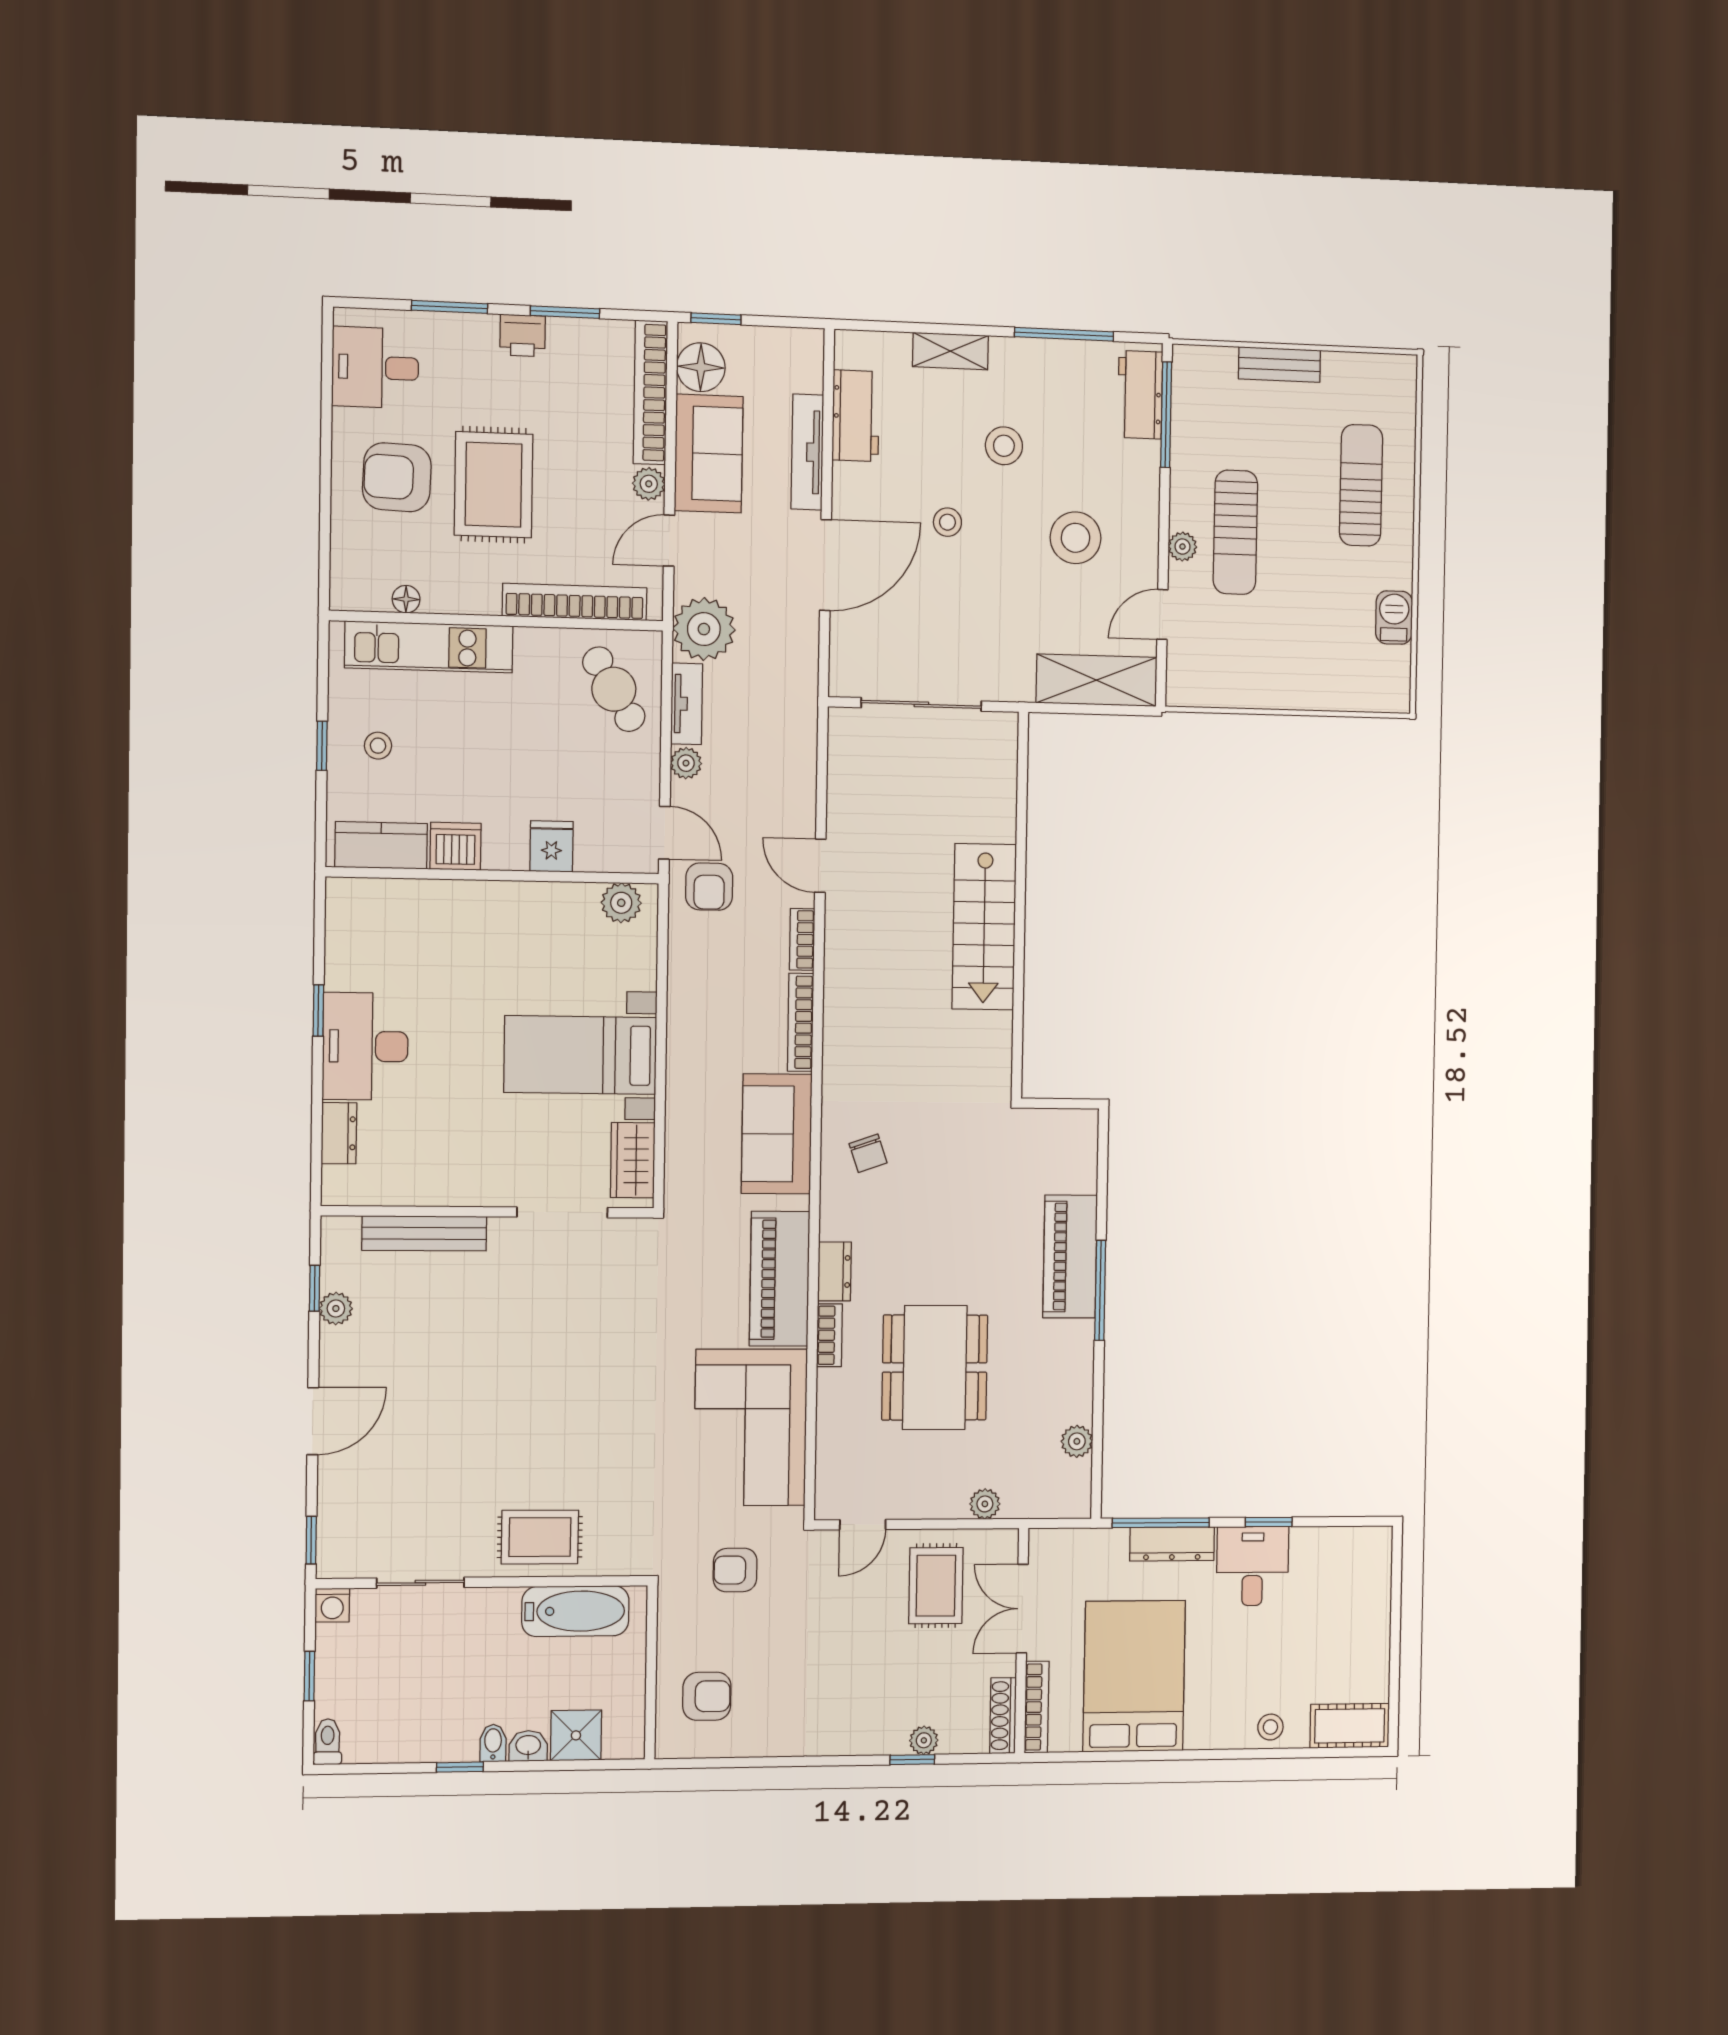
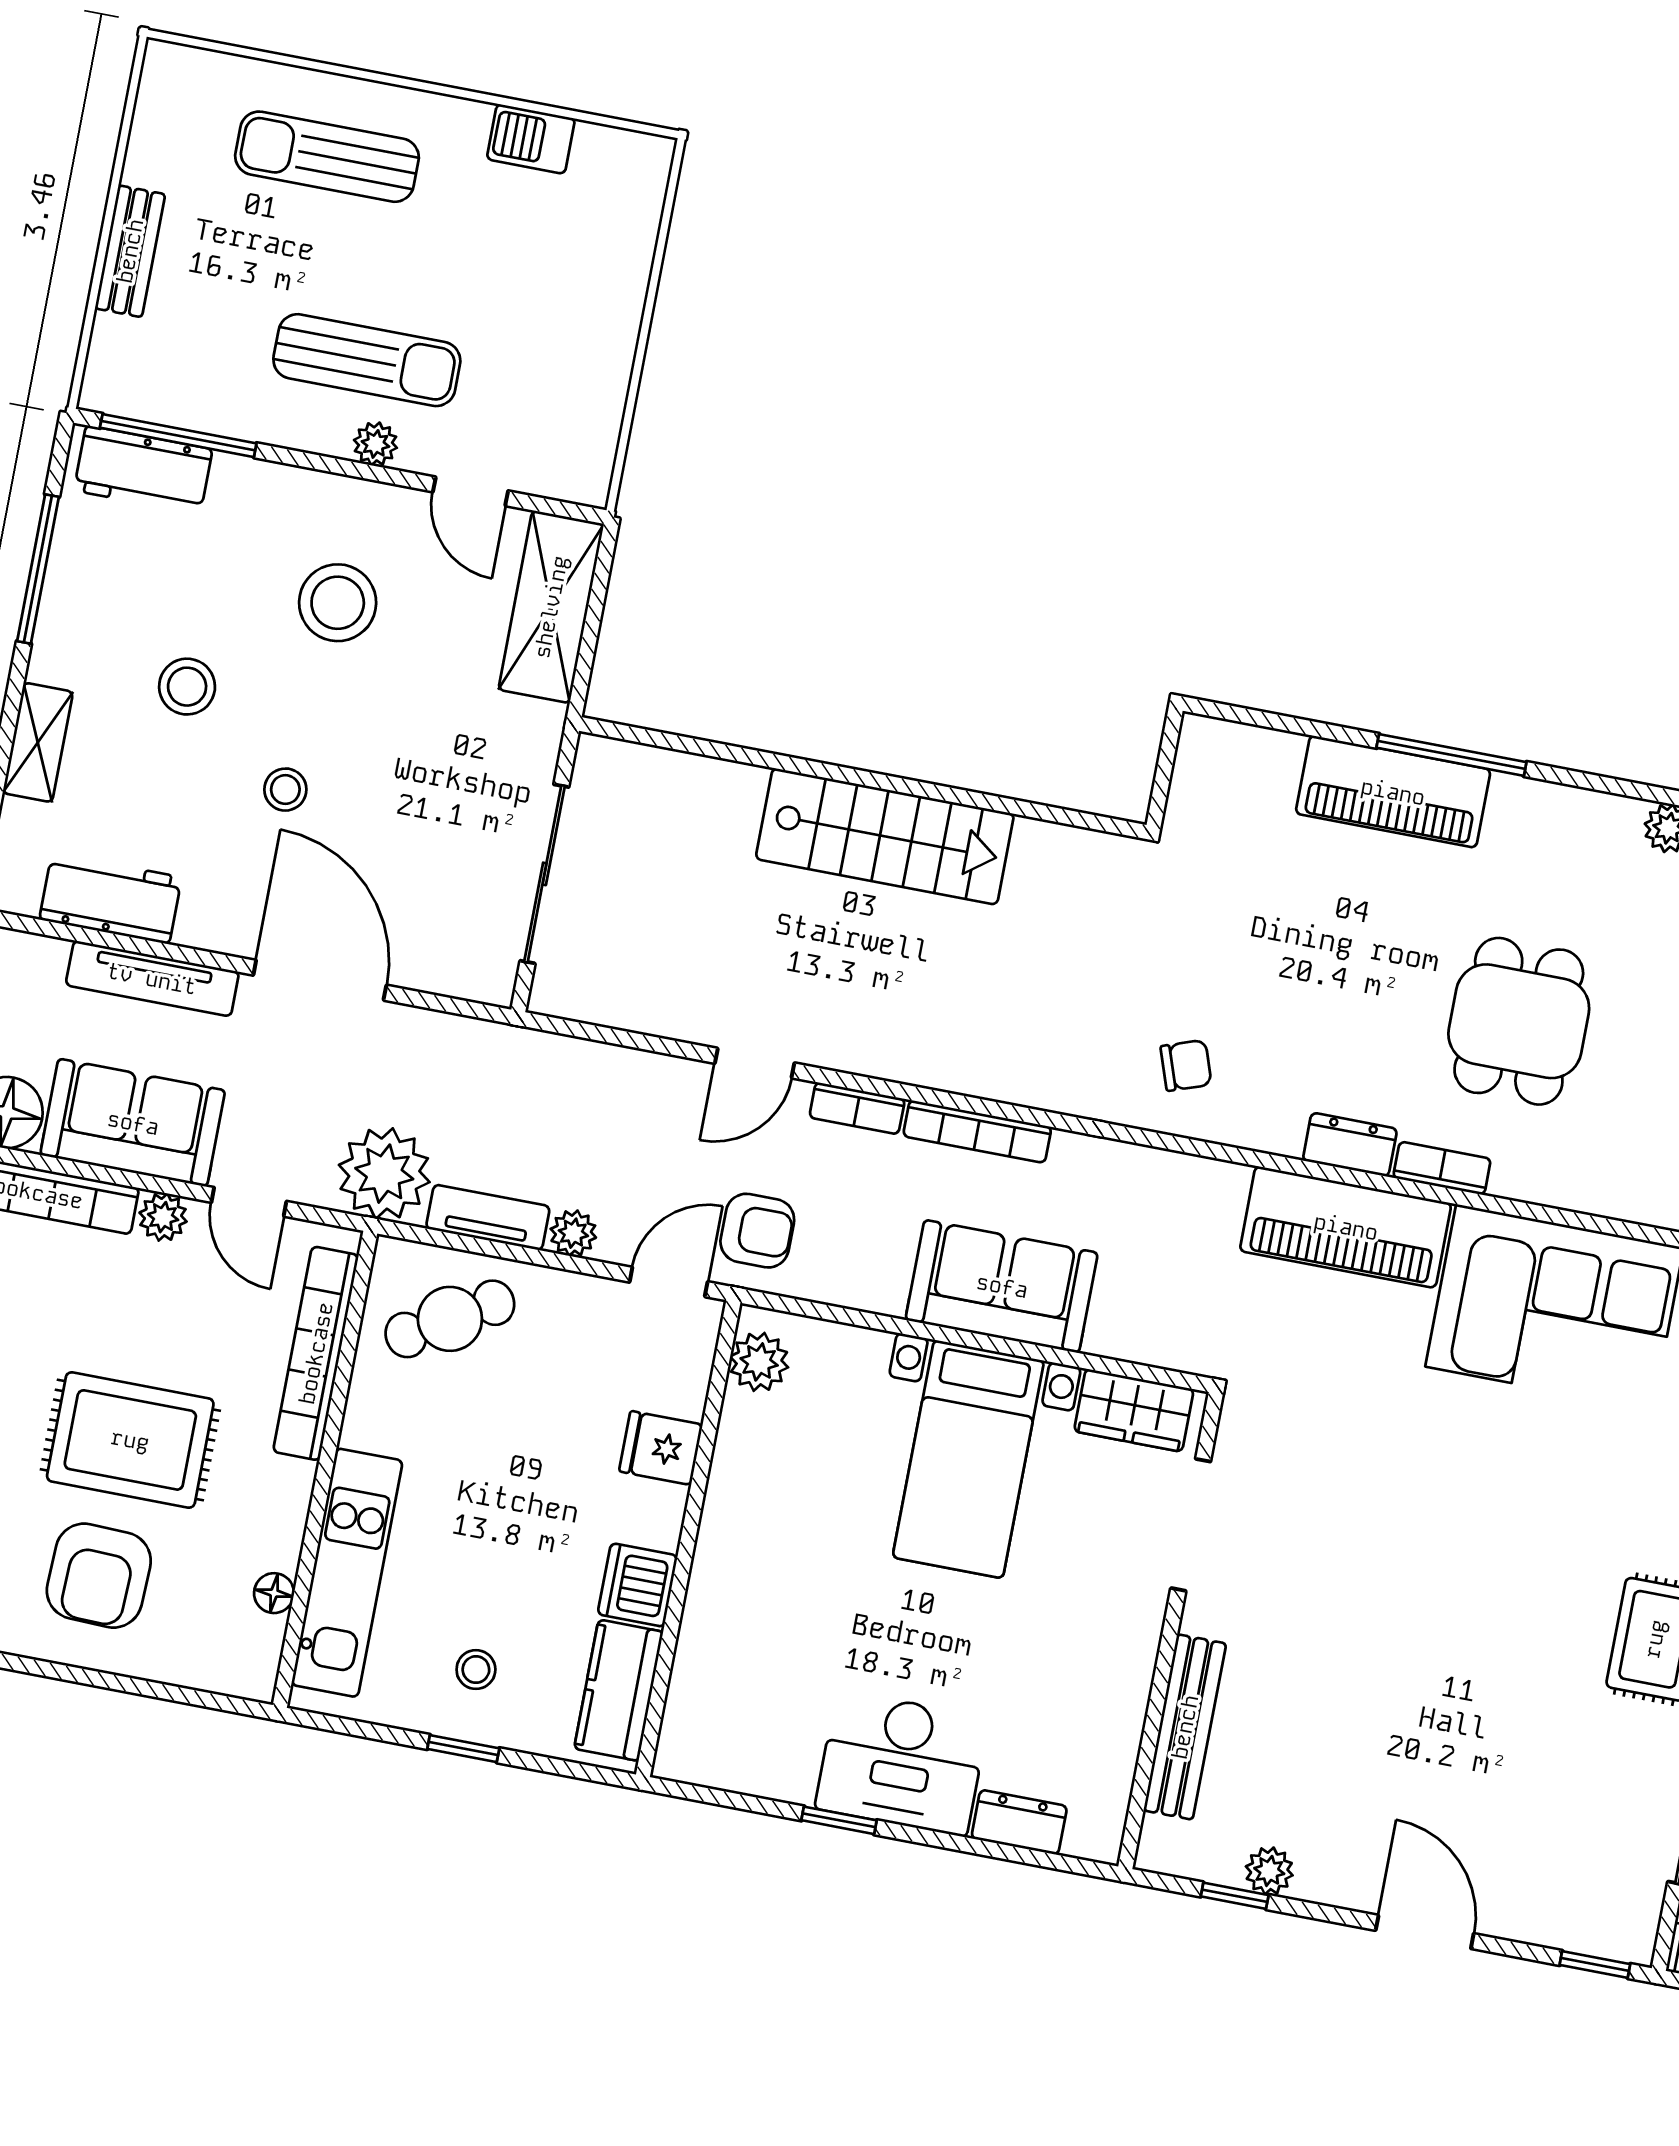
sofa: (777, 1134) -> (1002, 1286), moved, turned 180
dining table: (935, 1368) -> (1519, 1021), width x0.73

